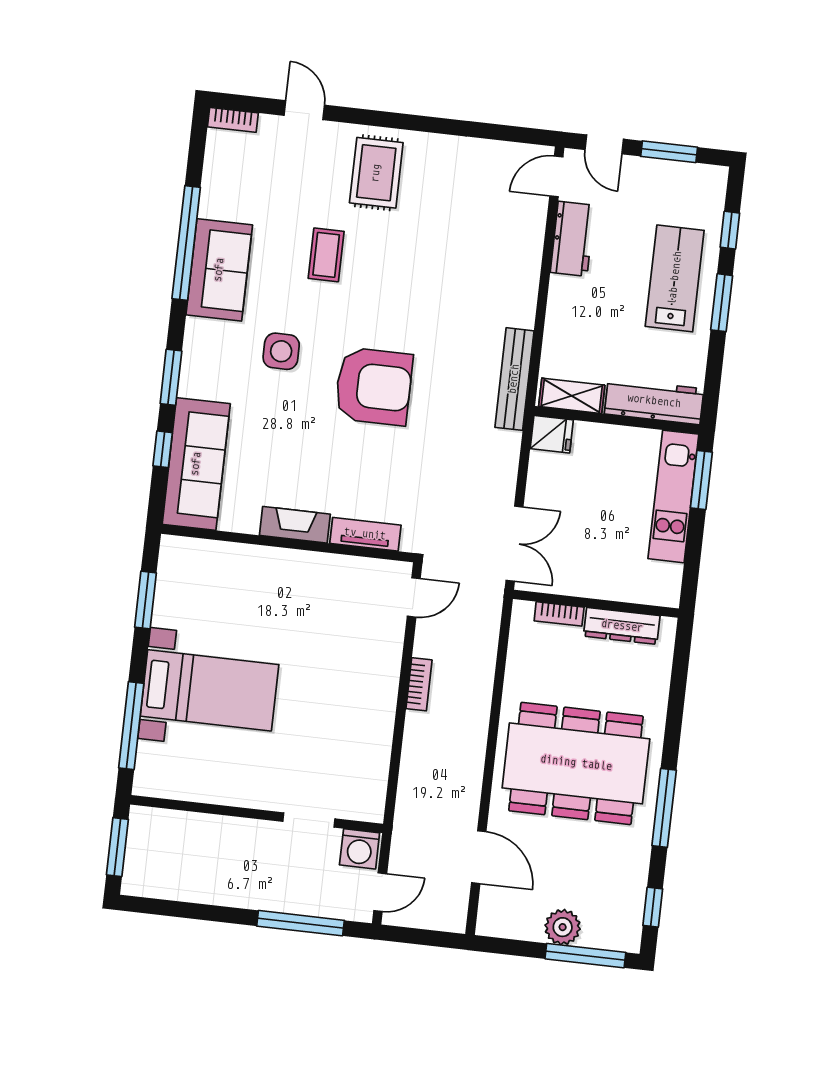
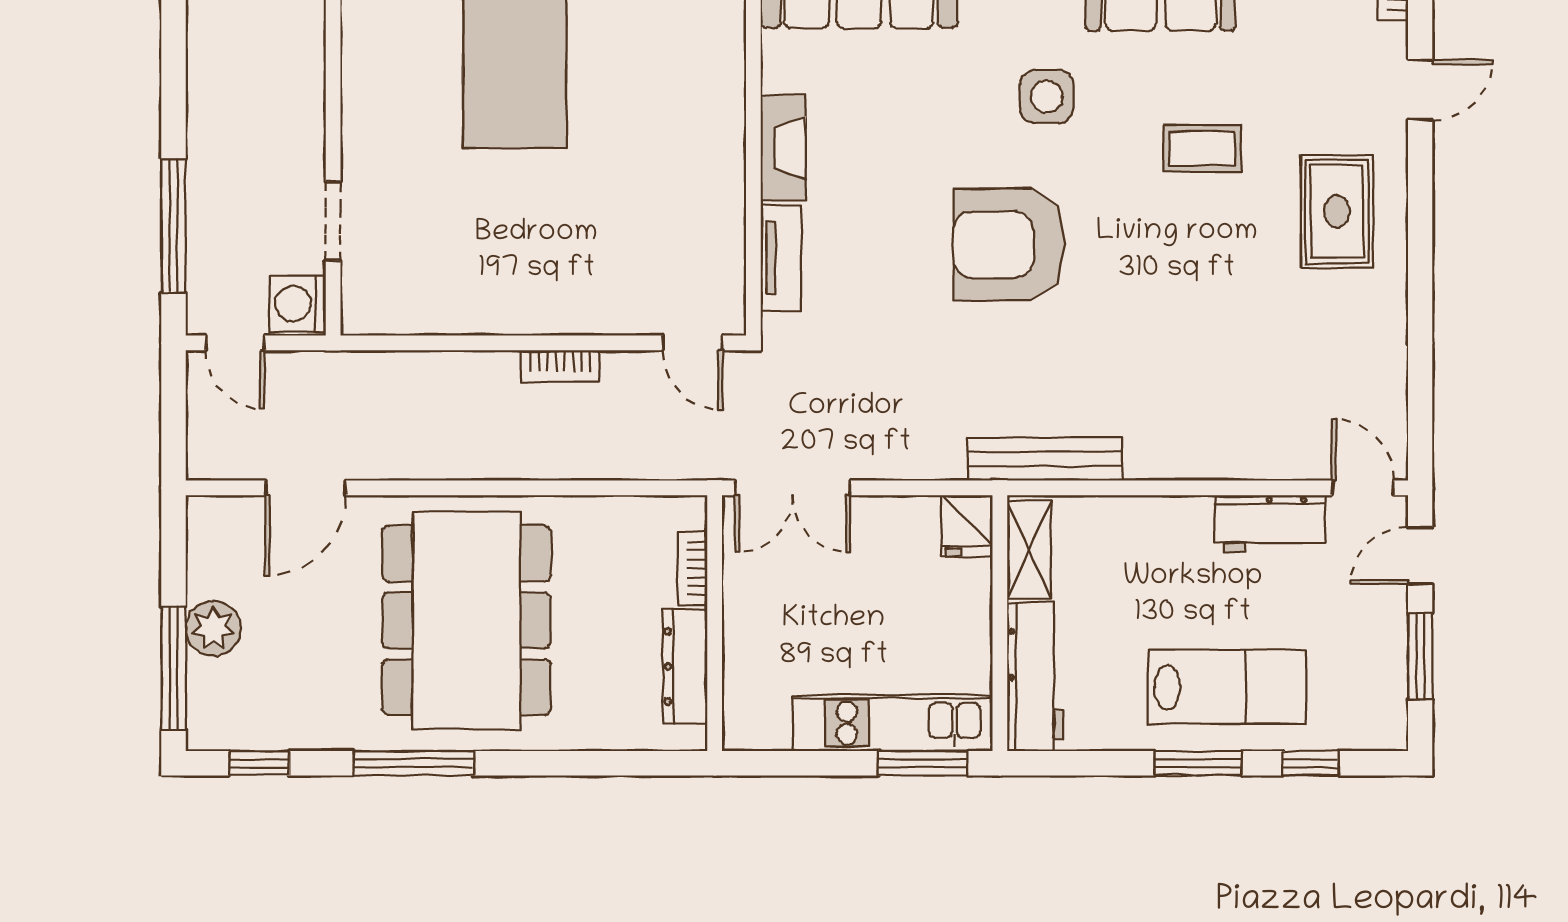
rug: (376, 173) -> (1337, 211), turned 90
armchair: (374, 386) -> (1009, 245), turned 90

